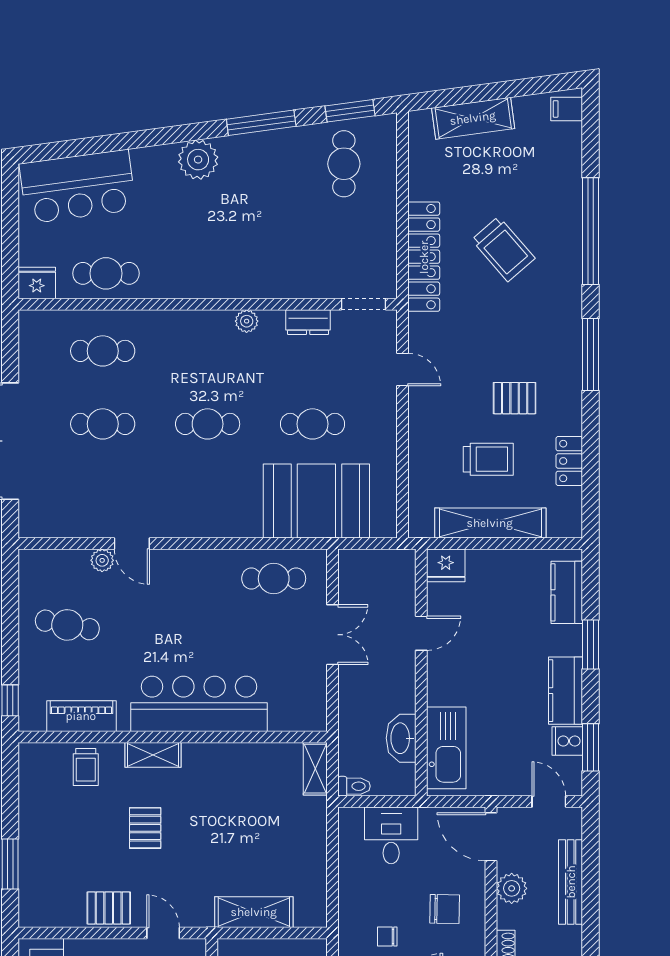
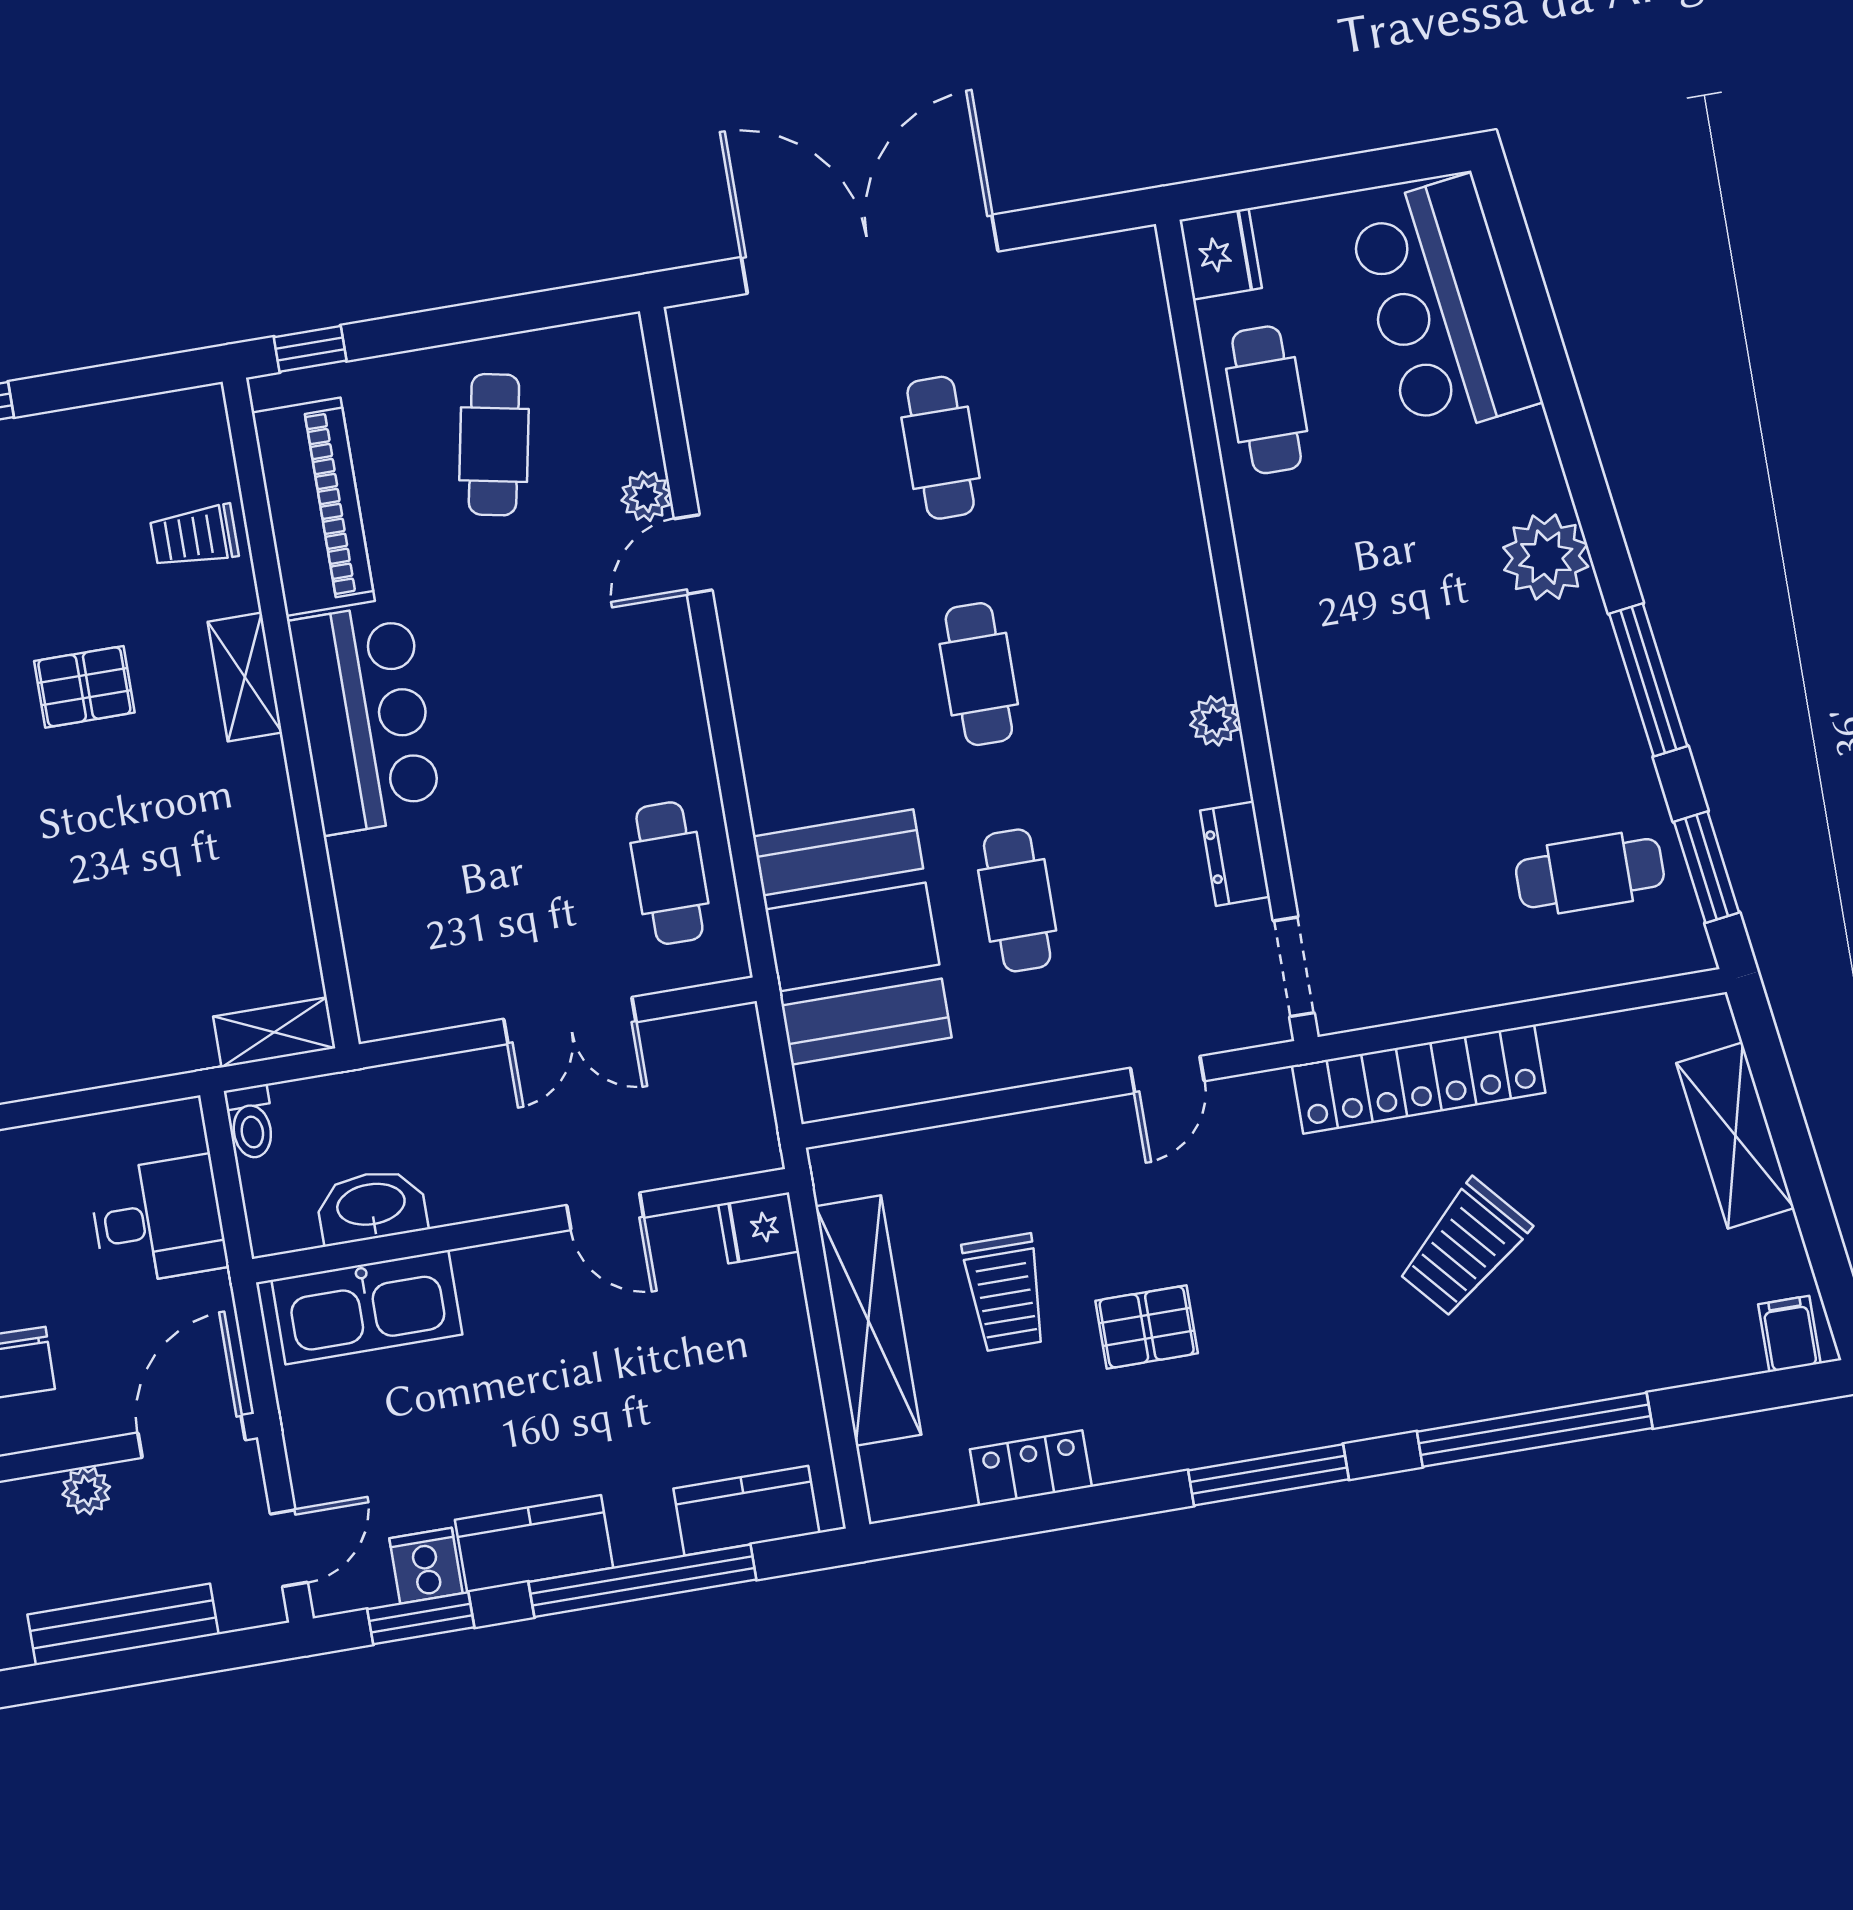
cafe table: (103, 351) -> (1098, 421), removed
pallet: (515, 398) -> (1147, 1327), turned 90
fridge: (446, 565) -> (759, 1228), width x0.72
window: (590, 645) -> (642, 1581), width x2.11
bar counter: (199, 704) -> (365, 719), width x0.73
piano: (81, 716) -> (313, 507), width x1.37, depth x1.33
plant: (512, 888) -> (86, 1491), width x0.73, depth x0.73

